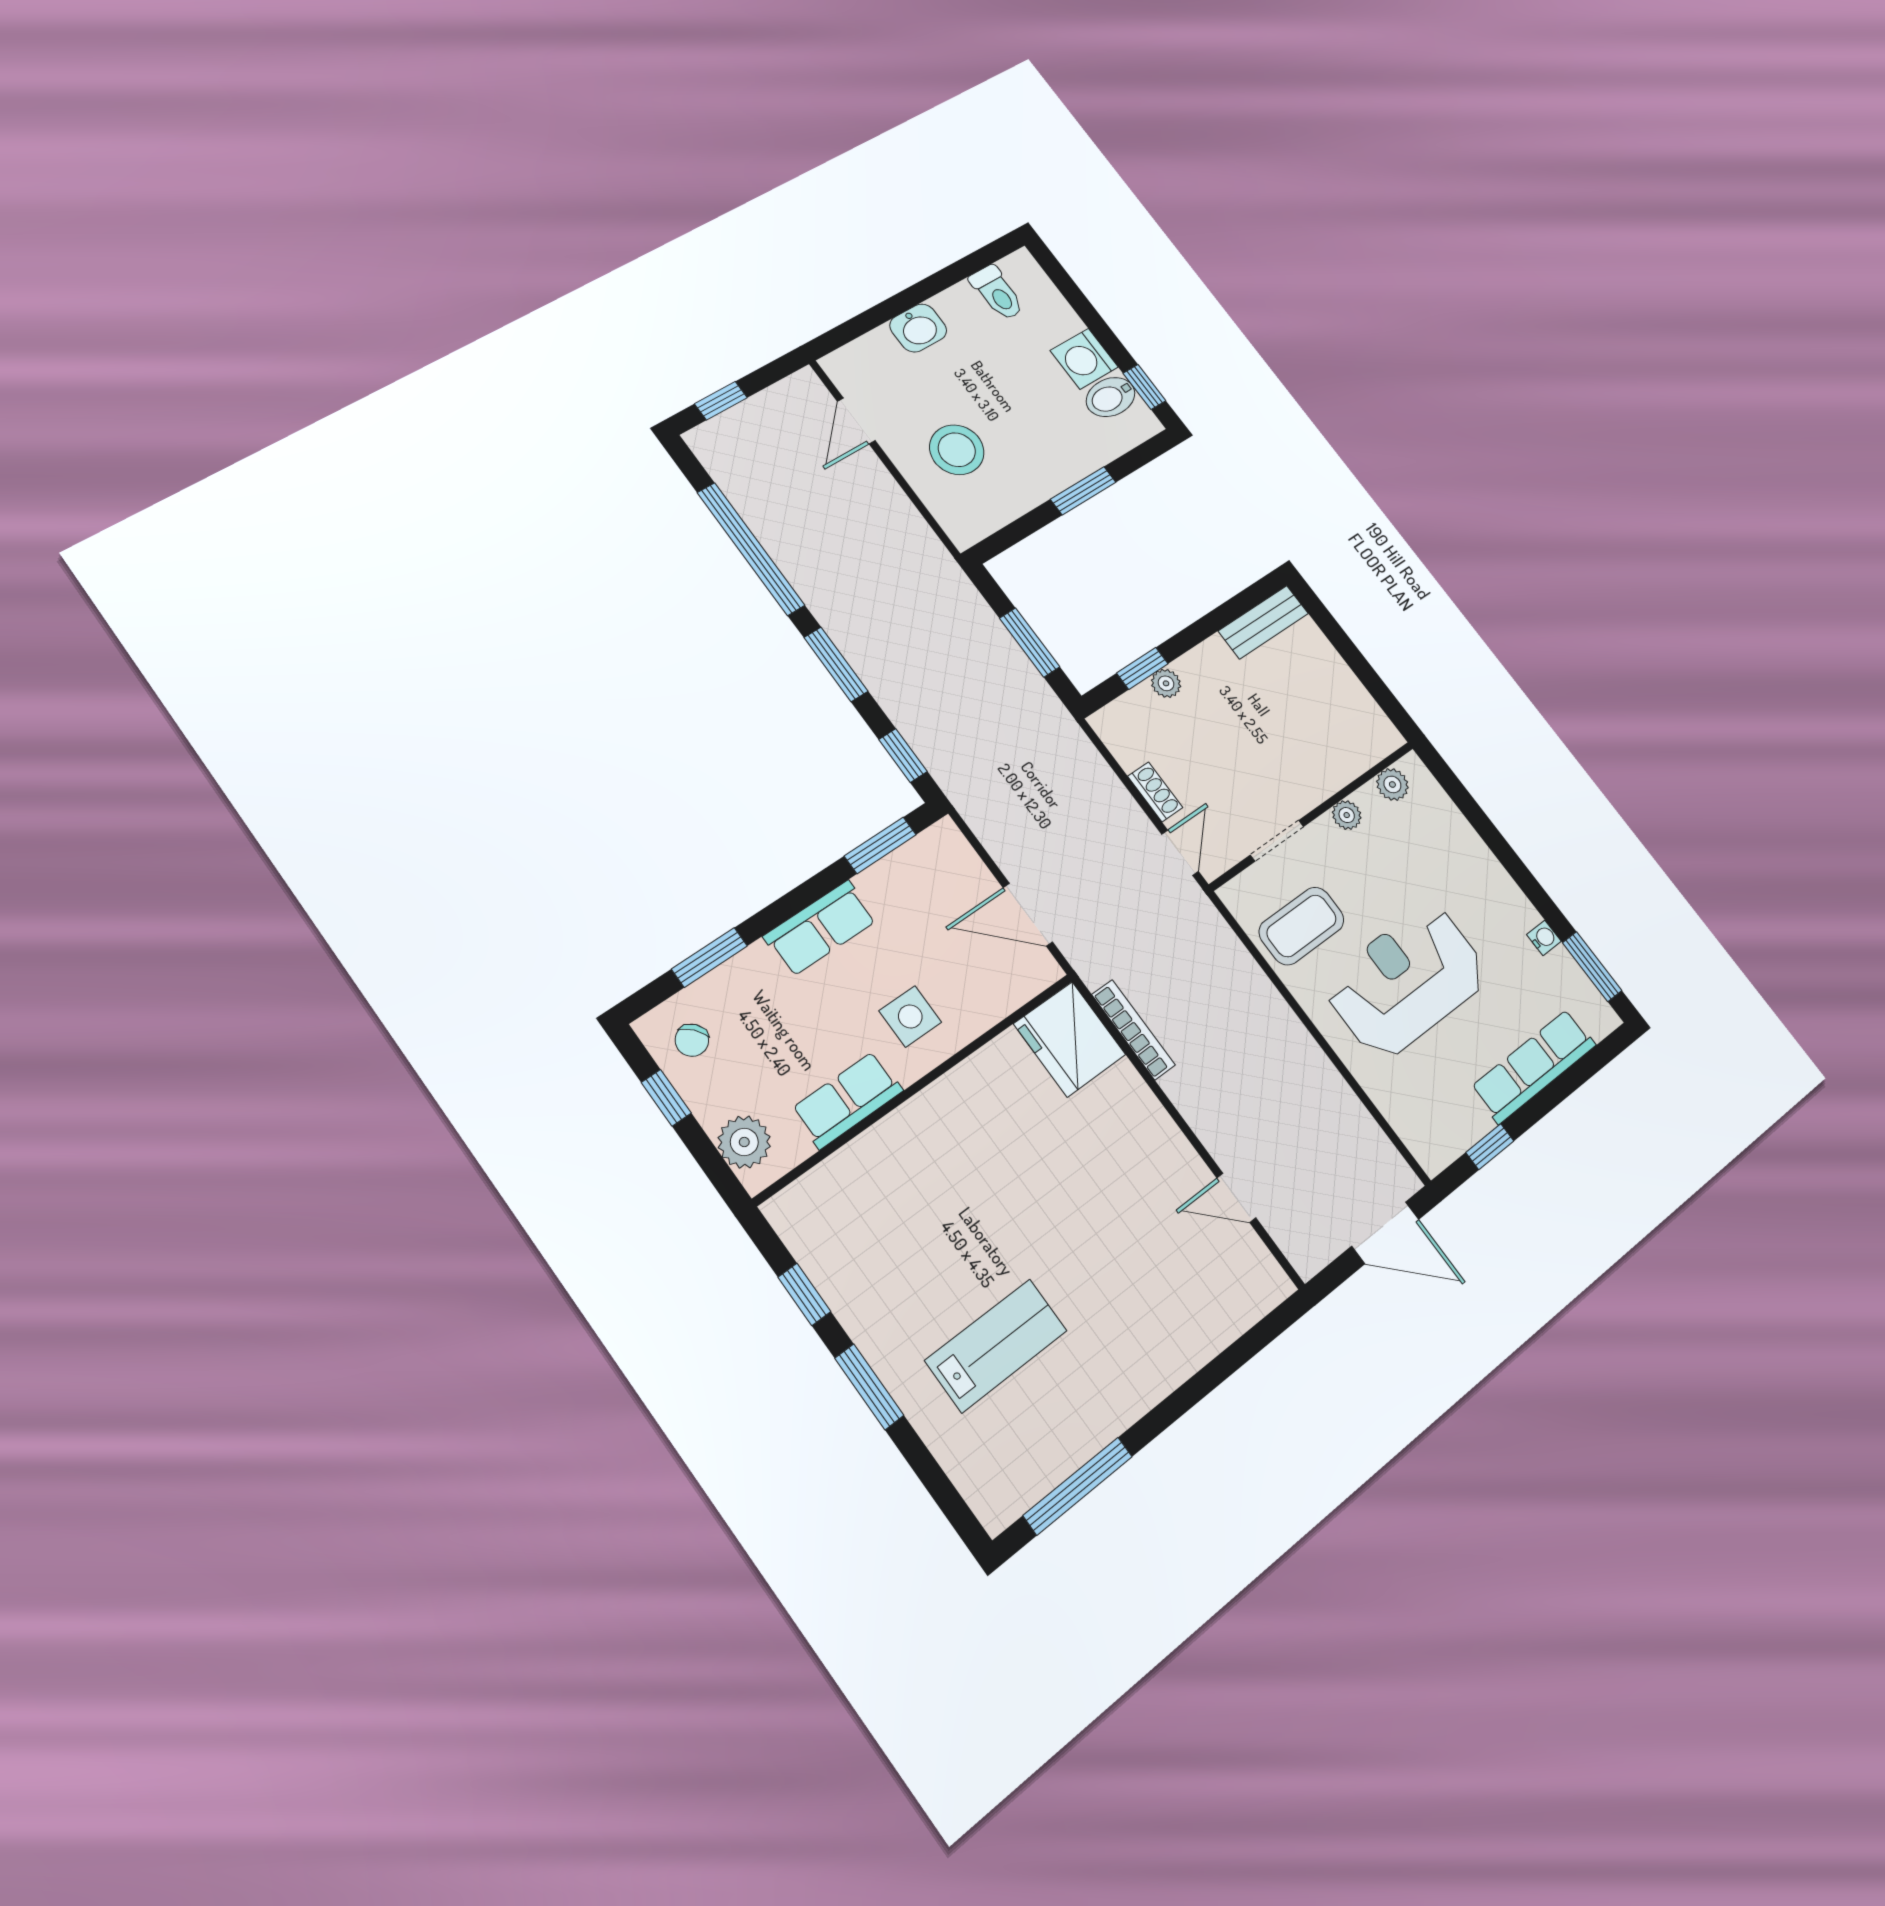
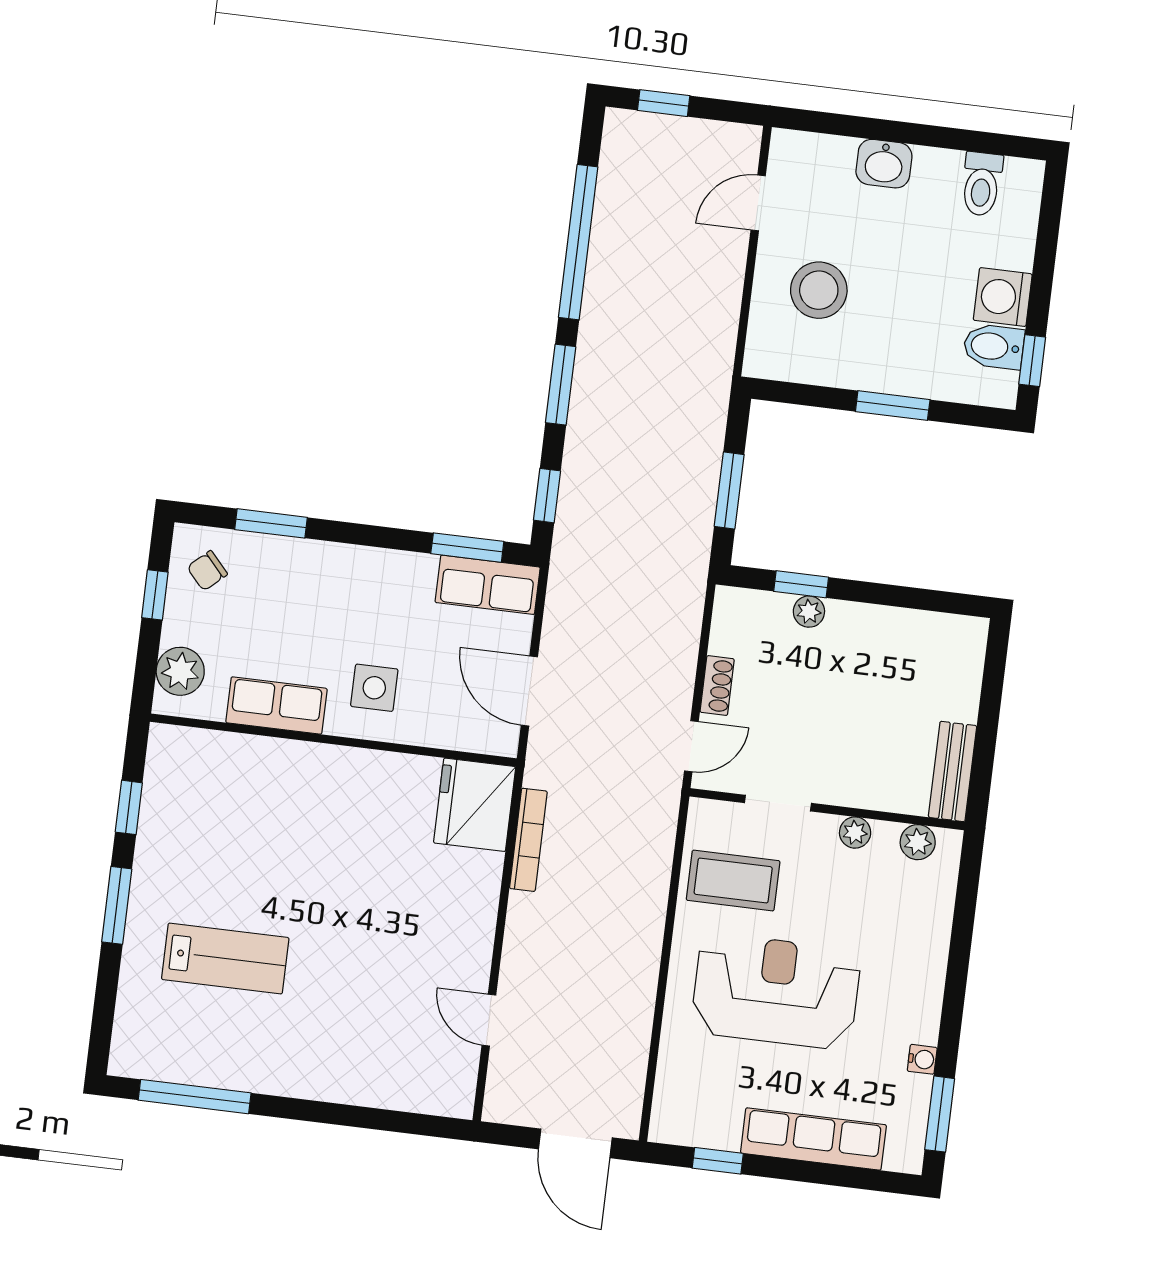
bench: (1263, 622) -> (953, 771), moved, turned 90
row of seats: (820, 928) -> (488, 585), moved

